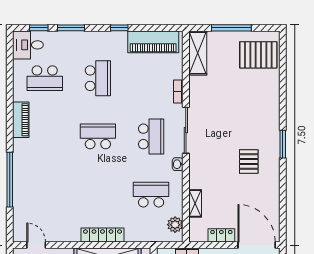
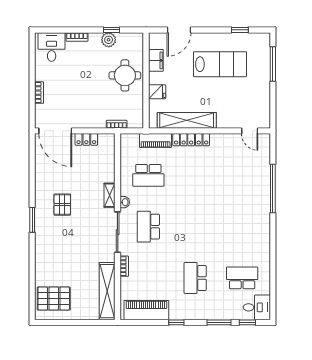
window: (231, 28) -> (78, 322), removed
shelving: (198, 53) -> (107, 291), width x1.47
piano: (21, 120) -> (156, 141), moved, turned -90
school desk: (98, 136) -> (195, 227), removed
shelving: (195, 203) -> (110, 195), moved
plant: (175, 225) -> (127, 149), removed

